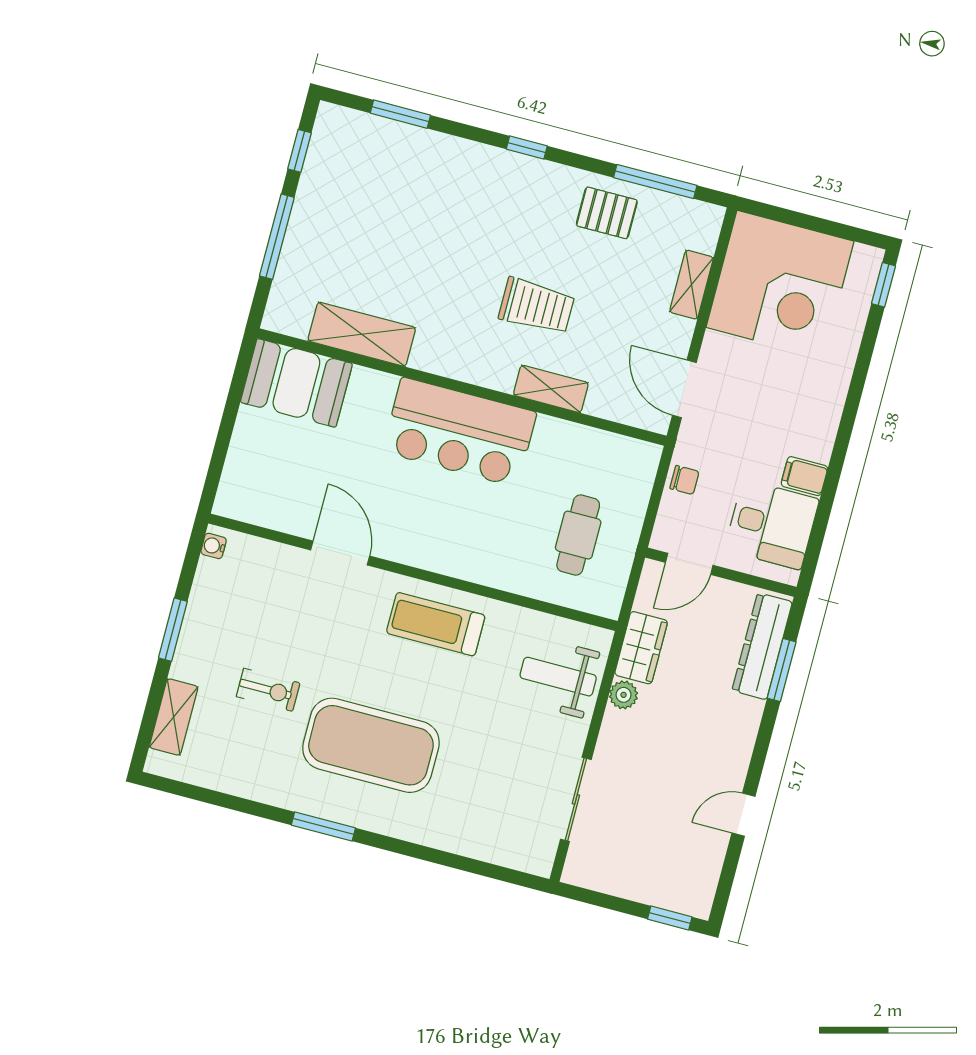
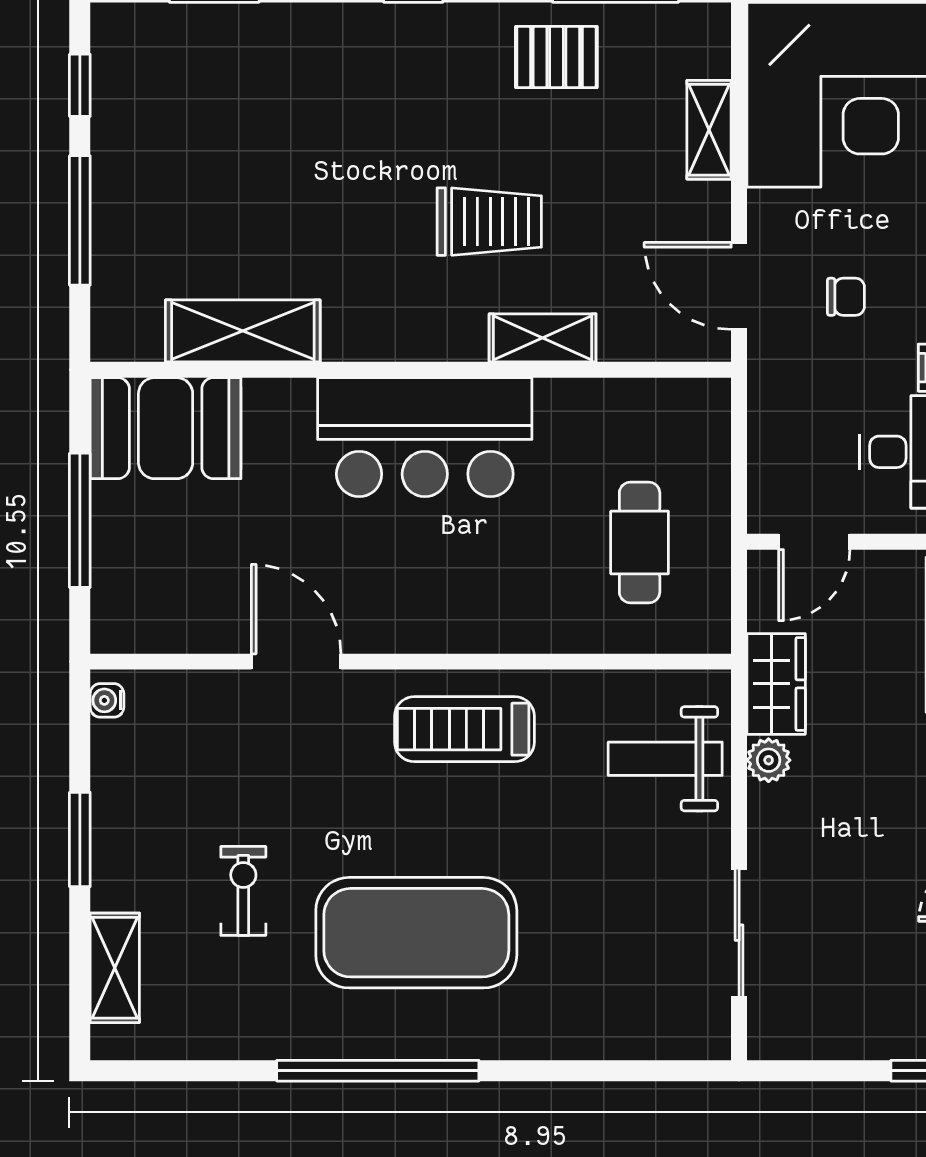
window: (226, 427) -> (80, 520), added
chair: (684, 480) -> (846, 297), moved
exercise bike: (268, 690) -> (243, 891), turned -90
window: (323, 826) -> (378, 1071), width x2.11

